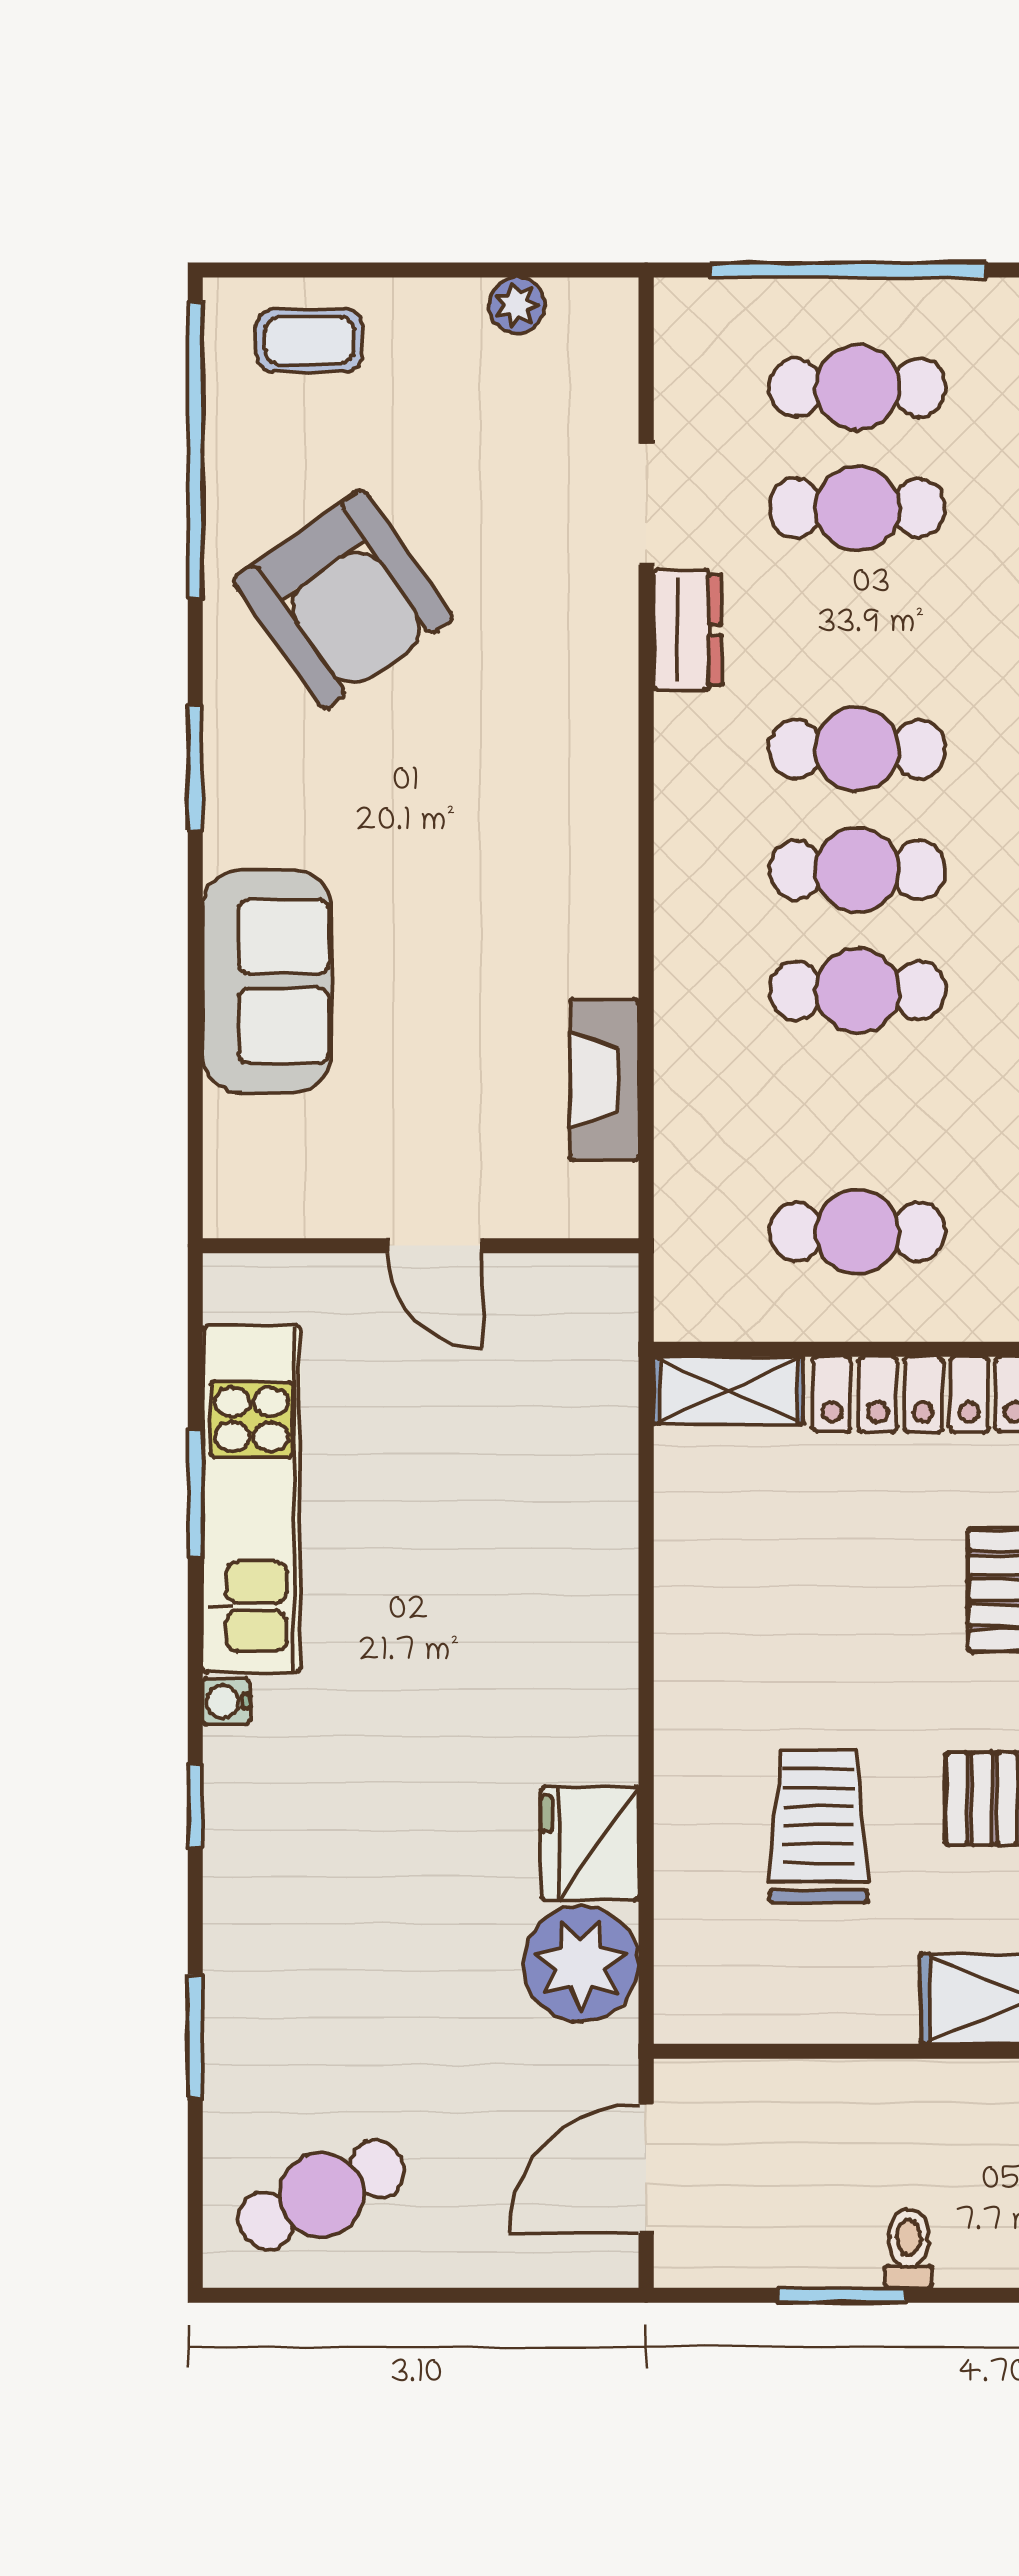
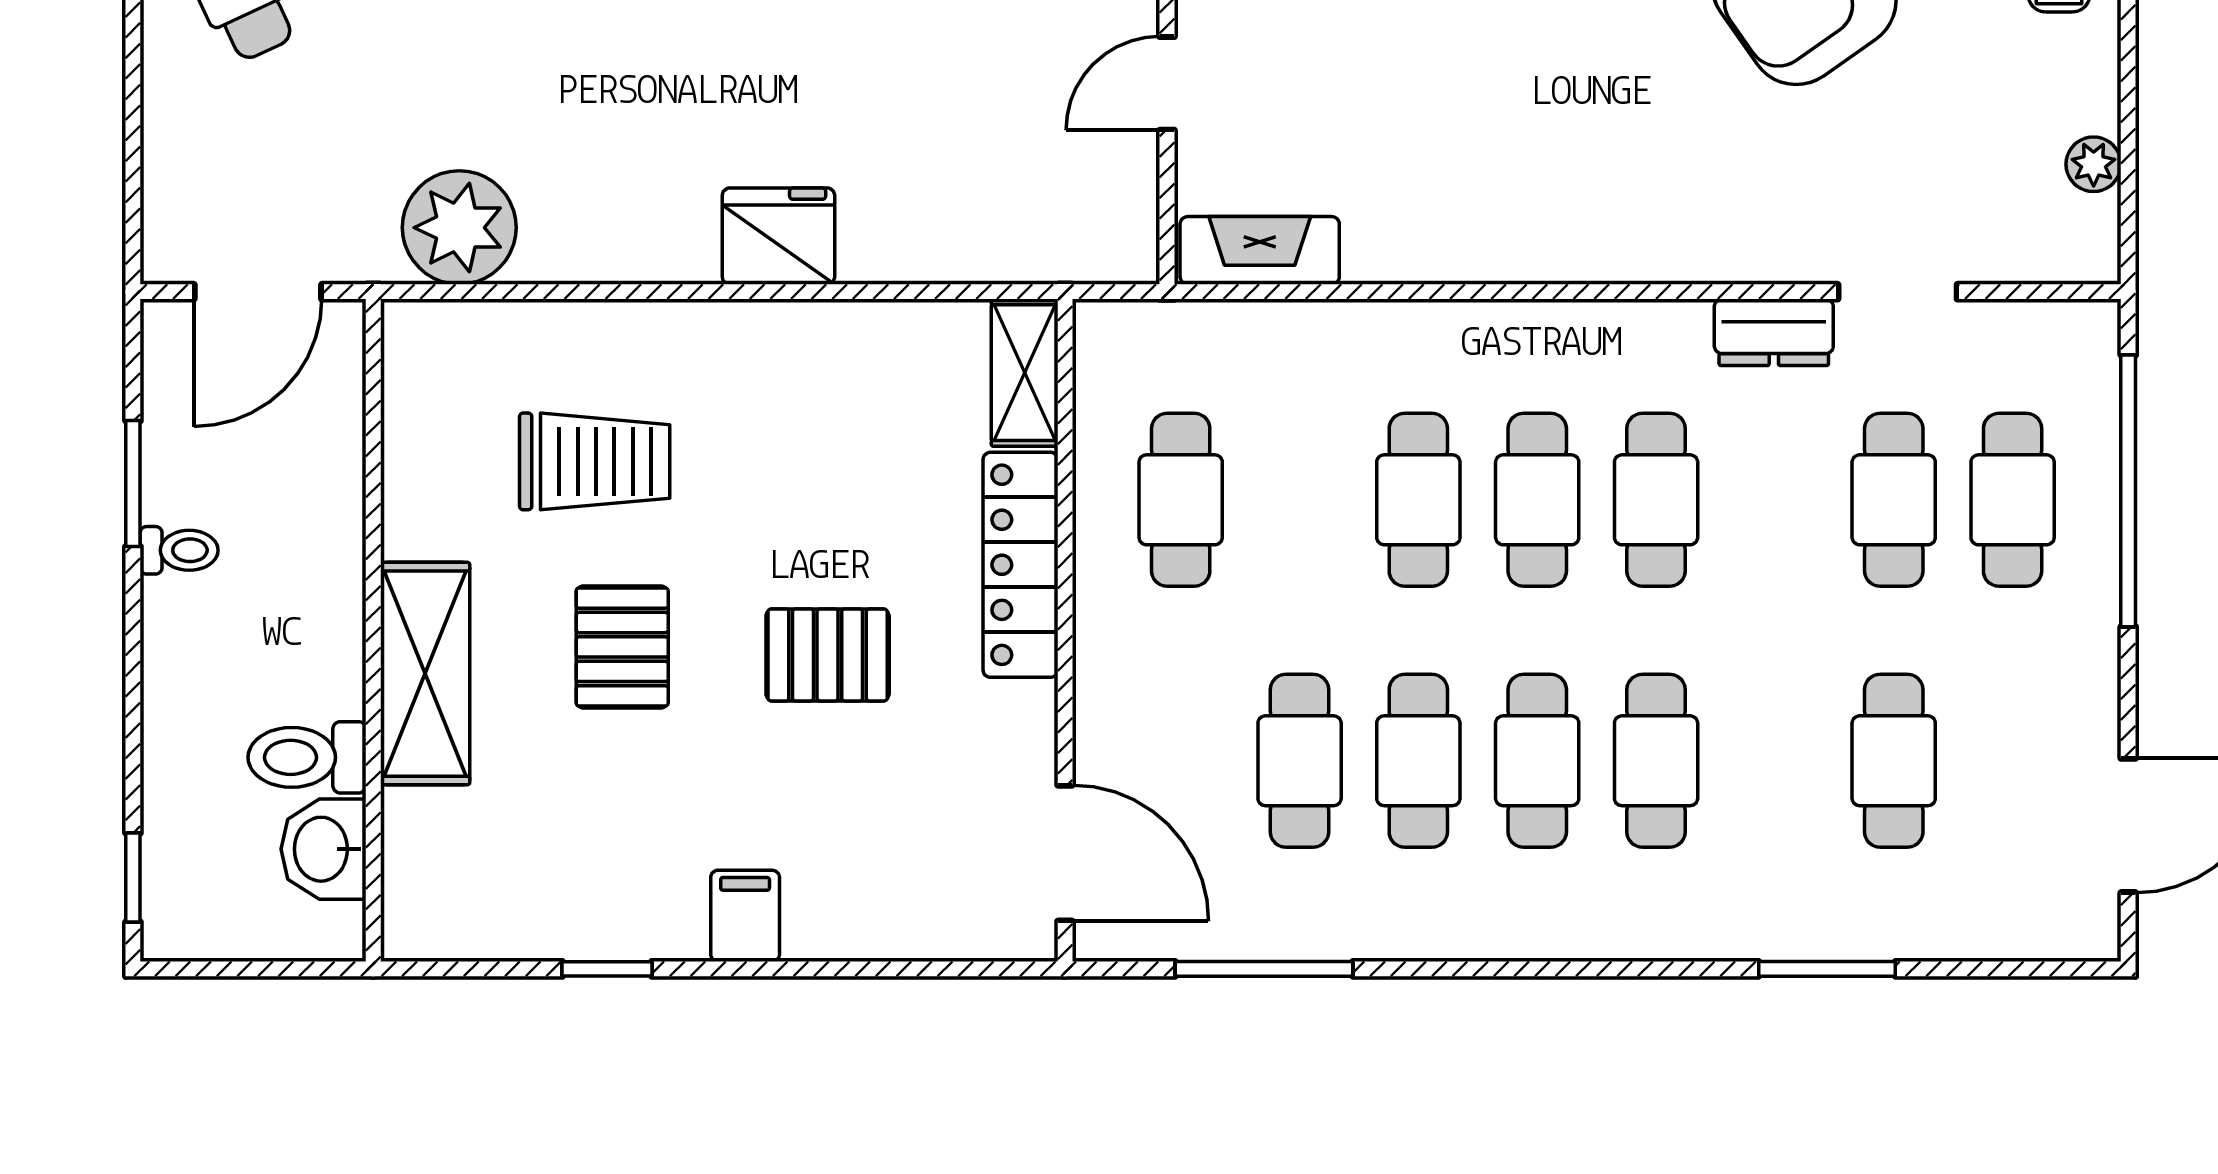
fireplace: (604, 1080) -> (1260, 250), moved
fridge: (590, 1843) -> (778, 236), moved
door: (646, 2168) -> (258, 292), swing flipped

